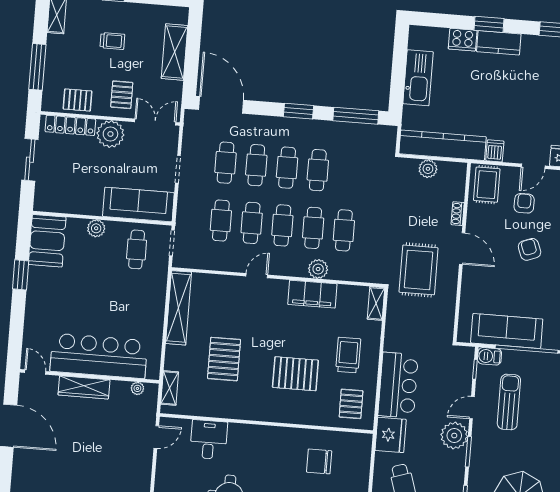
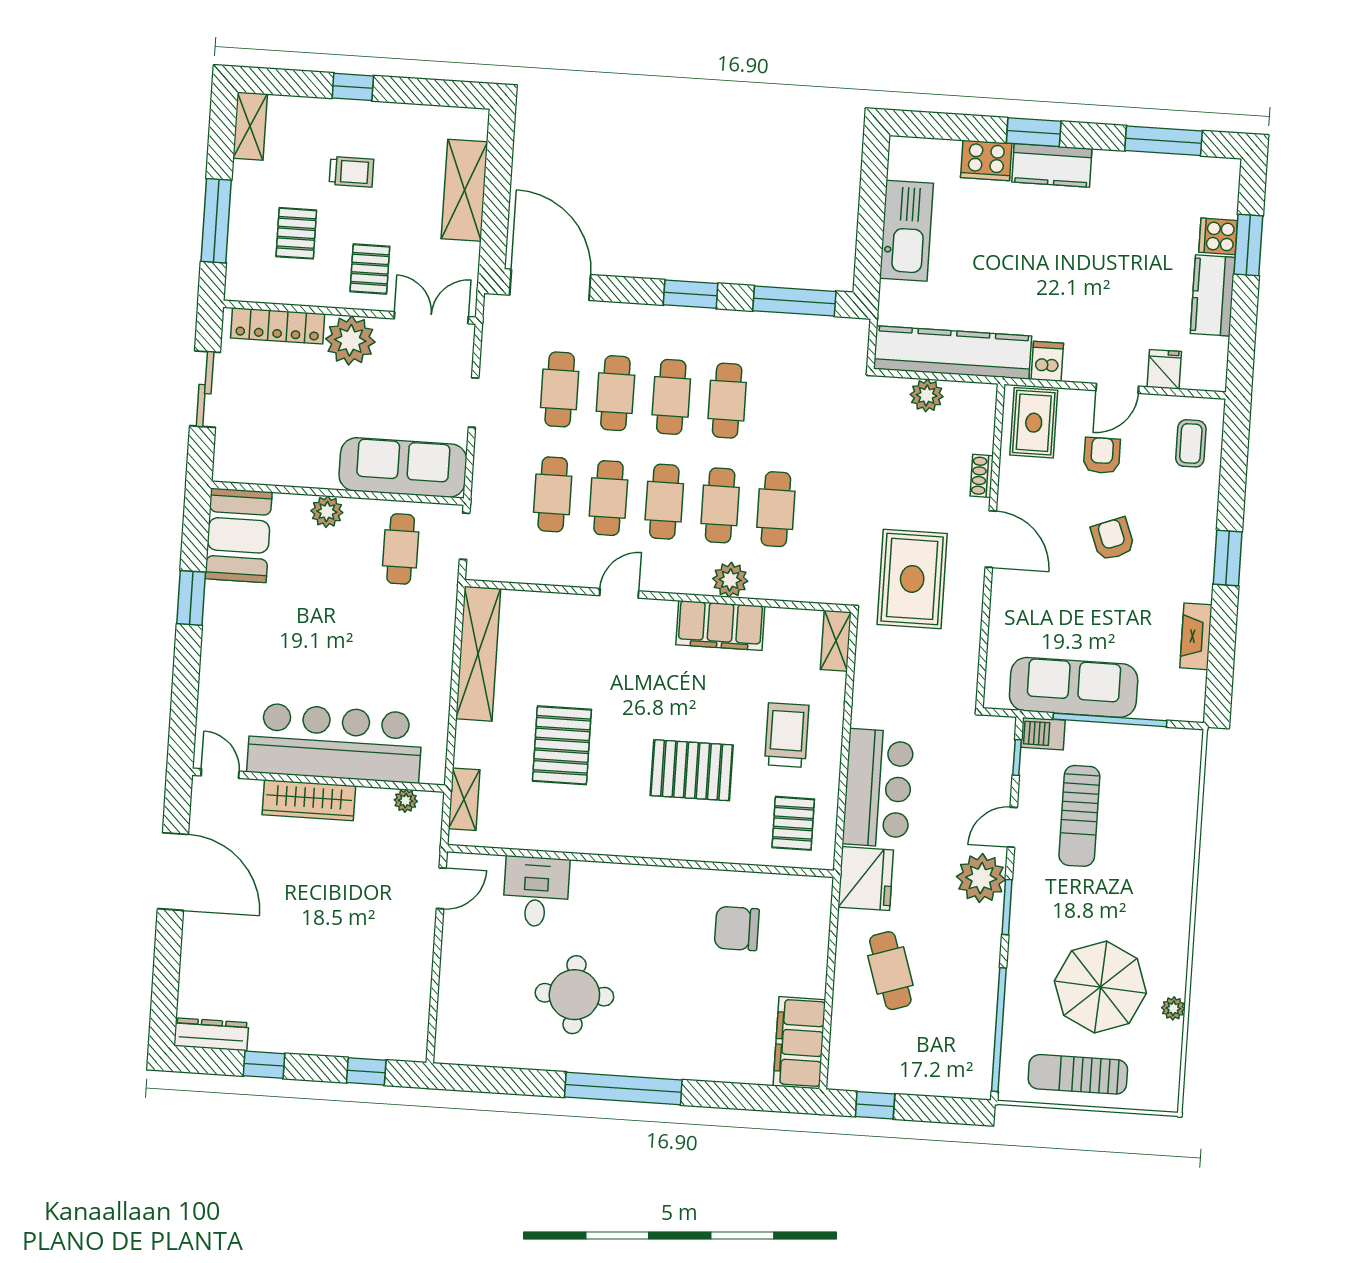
pallet: (78, 100) -> (296, 233), moved, turned 90
sun lounger: (509, 402) -> (1079, 816), turned 180

